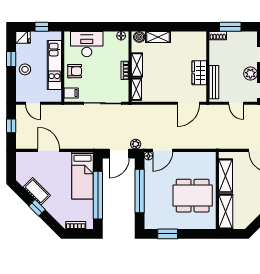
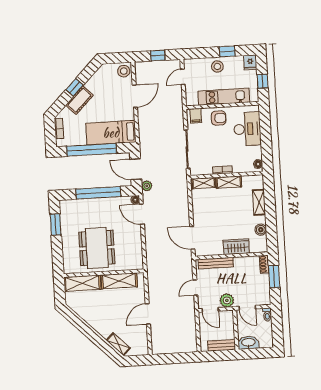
boiler: (139, 37) -> (261, 230), moved
armchair: (75, 71) -> (219, 118), turned -90
wardrobe: (199, 73) -> (236, 247), moved
stool: (24, 160) -> (124, 71), added
cot: (37, 191) -> (79, 100), moved

